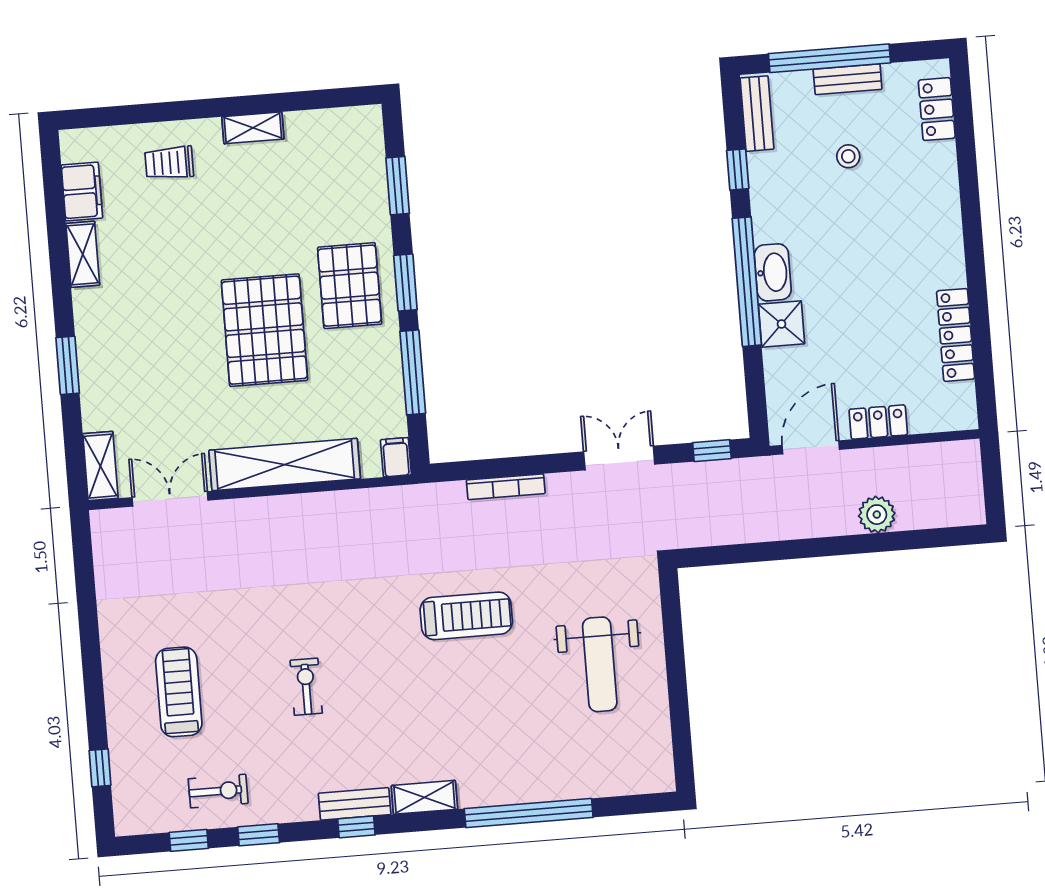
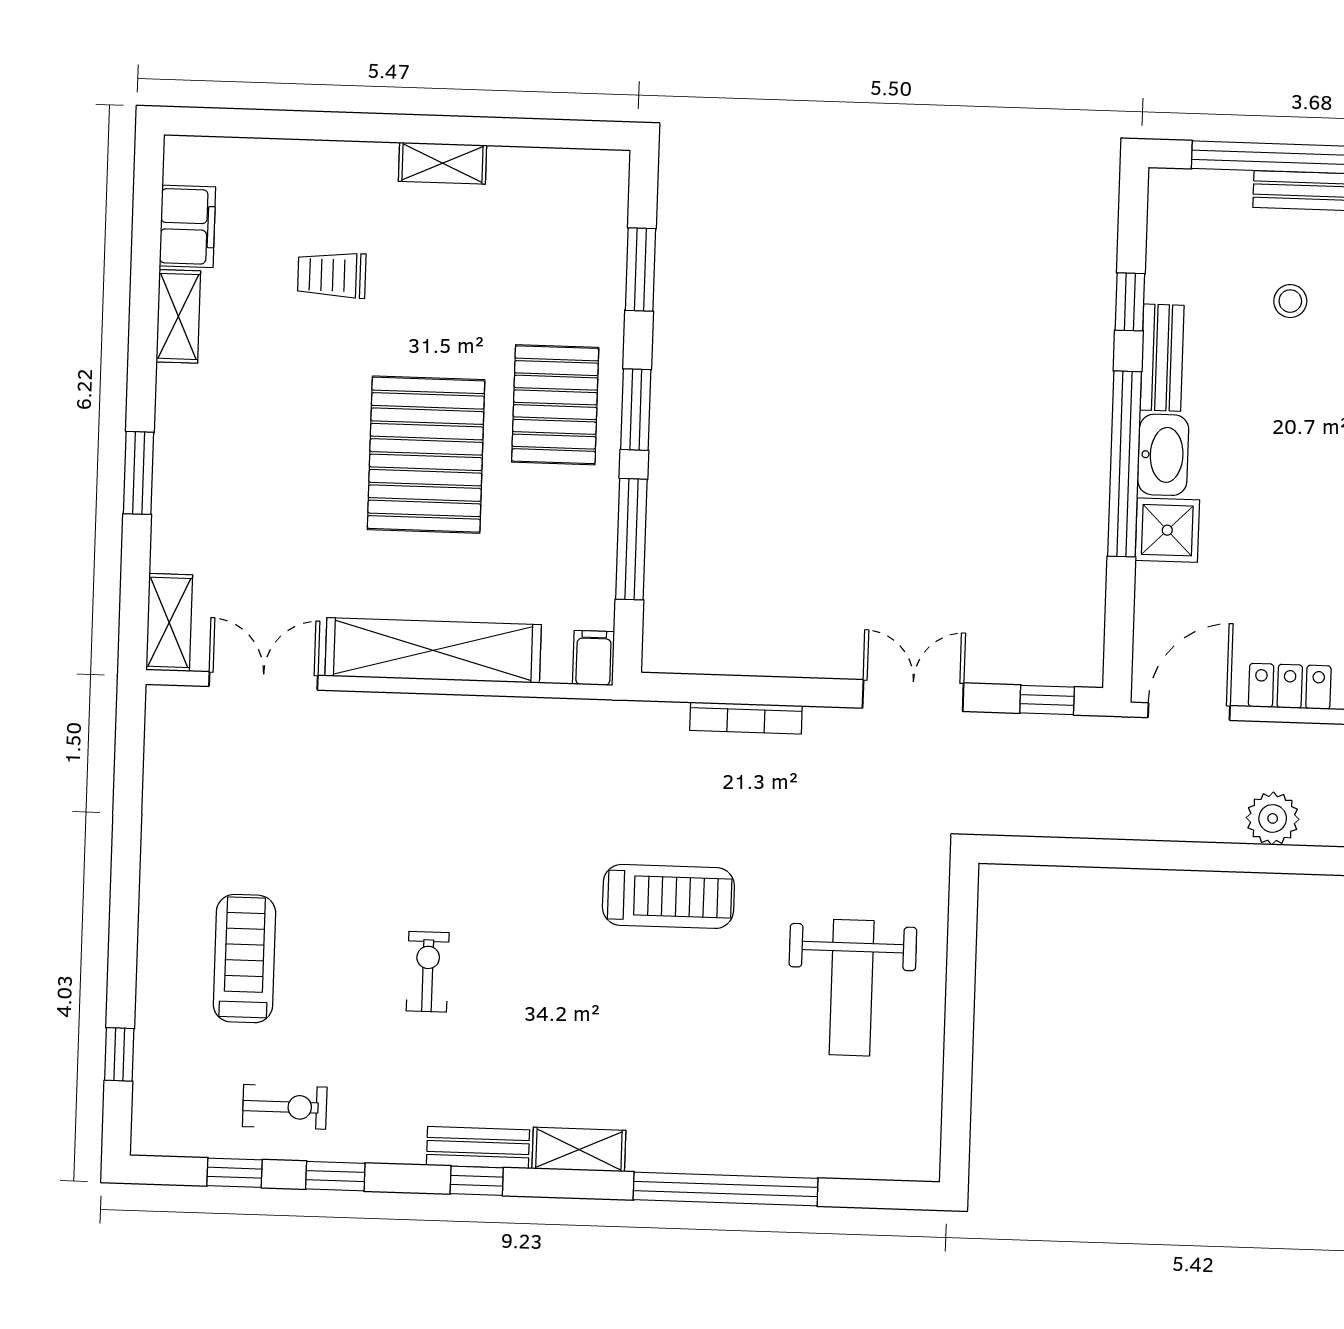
bench: (757, 114) -> (1162, 358), moved
trolley: (169, 163) -> (332, 275), moved

